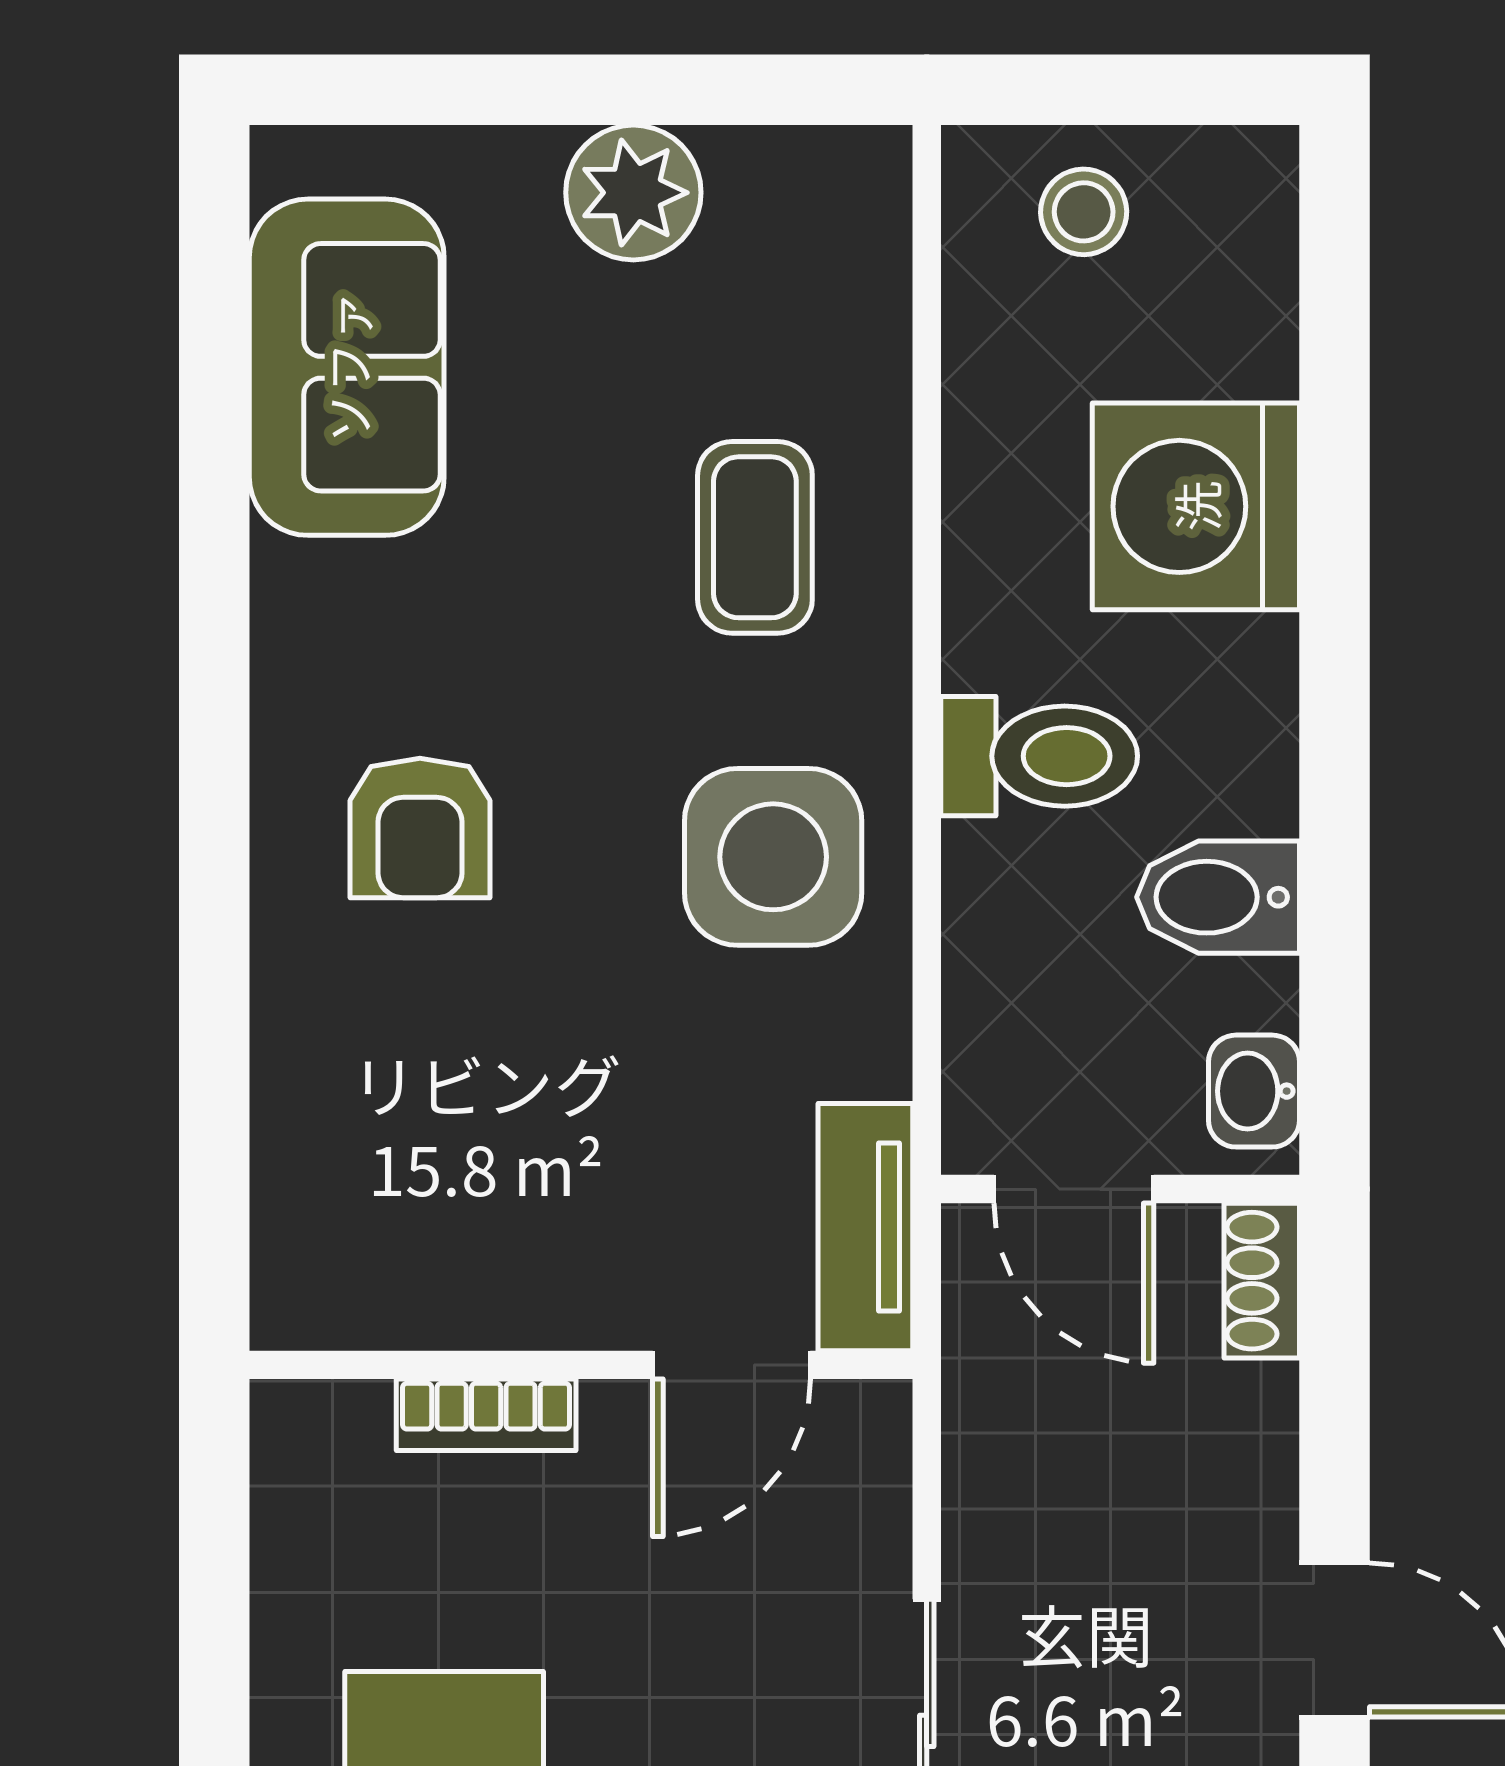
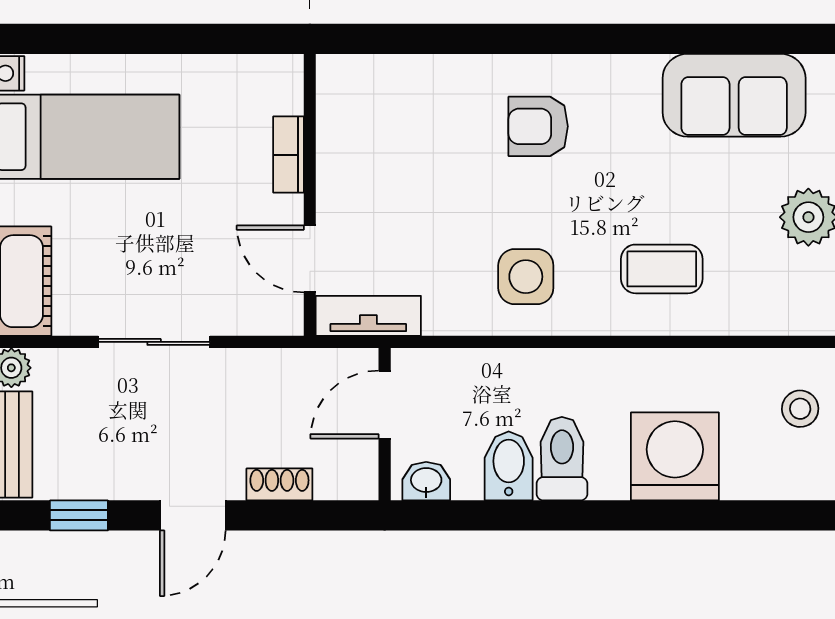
toilet: (1039, 756) -> (562, 459), moved, turned 180
side table: (773, 857) -> (526, 277), width x0.73, depth x0.73
shoe rack: (1262, 1281) -> (279, 484), moved

